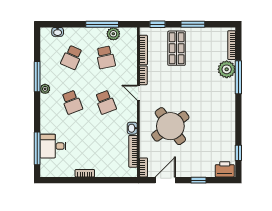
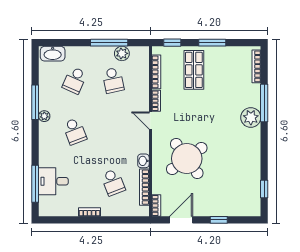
washbasin: (58, 32) -> (53, 54), width x1.91, depth x1.45
plant: (227, 69) -> (251, 117), moved
school desk: (106, 102) -> (113, 182), moved
printer: (225, 169) -> (249, 208), removed

